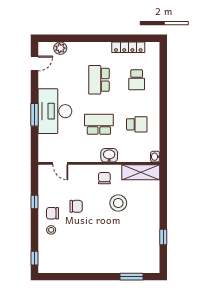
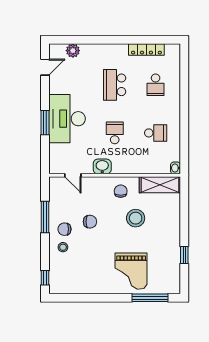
school desk: (99, 124) -> (115, 133), width x0.54
washbasin: (109, 155) -> (102, 166), moved
window: (35, 202) -> (45, 217), width x2.17
grand piano: (114, 252) -> (131, 271), added
window: (131, 277) -> (150, 298), width x1.44

